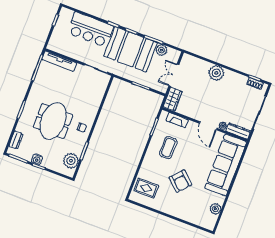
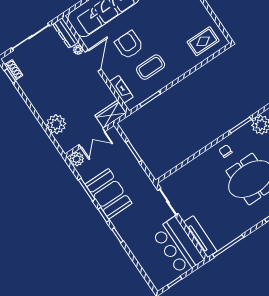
bar counter: (90, 29) -> (178, 246), moved, turned 180
booth: (130, 49) -> (109, 194), width x0.73, depth x0.70
plant: (161, 50) -> (77, 159), moved
plant: (216, 73) -> (56, 124), moved
armchair: (180, 181) -> (129, 45), moved, turned -42
rug: (146, 188) -> (203, 41), turned 90

